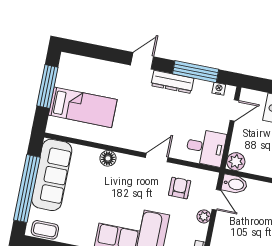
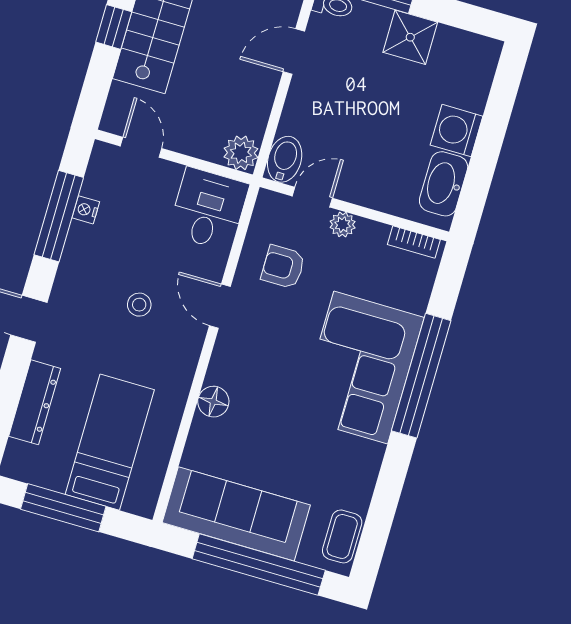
dresser: (172, 82) -> (35, 402), moved
nightstand: (219, 89) -> (86, 210), moved
stool: (154, 116) -> (139, 305), added

